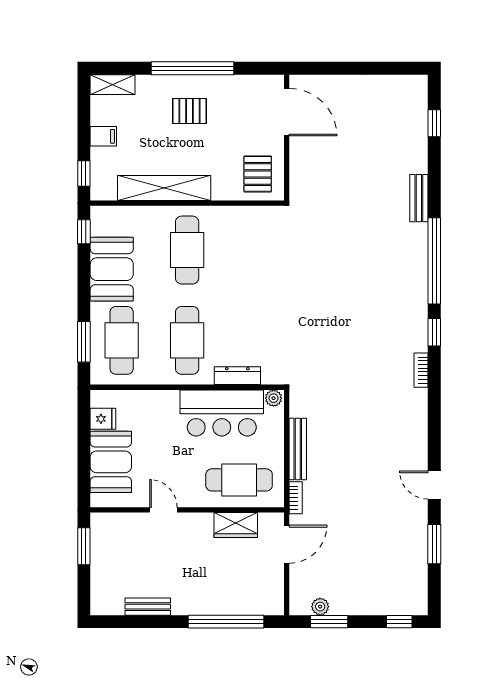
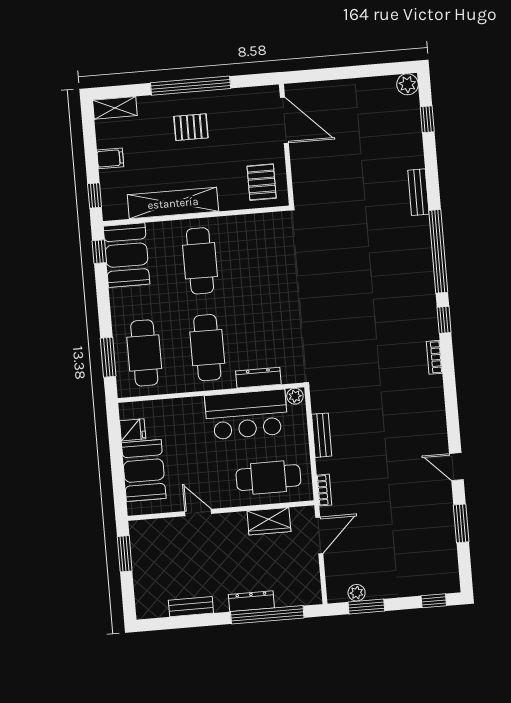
plant: (417, 86) -> (407, 84), added
booth: (112, 269) -> (127, 255), moved
bench: (298, 449) -> (322, 435), width x0.73
dresser: (211, 606) -> (251, 601), added

